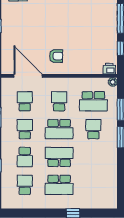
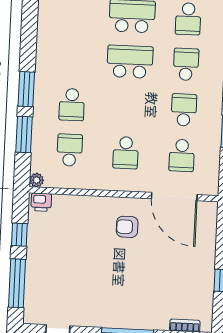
school desk: (93, 101) -> (70, 150), width x0.54
school desk: (25, 129) -> (184, 110), turned 180
school desk: (59, 129) -> (128, 107), removed
school desk: (59, 157) -> (130, 62), turned 180

